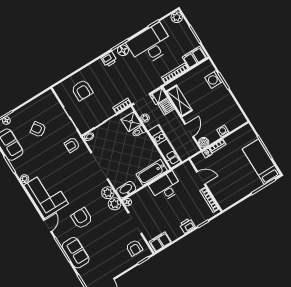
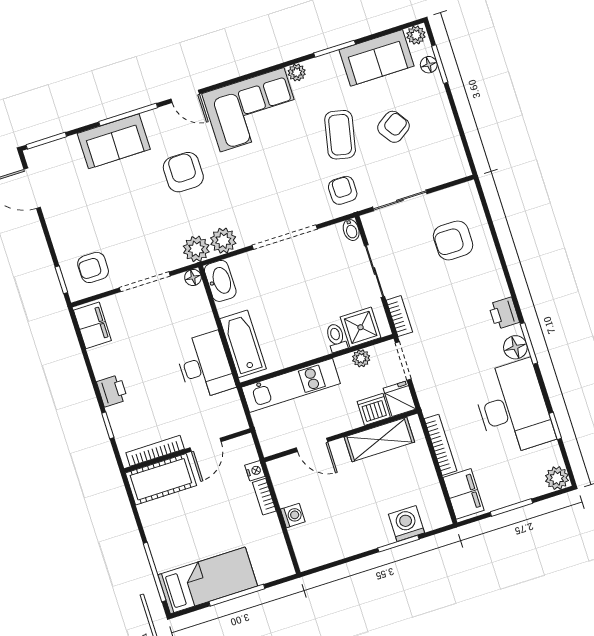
boiler: (204, 142) -> (279, 469), removed
coffee table: (48, 152) -> (340, 135), added
cot: (221, 194) -> (161, 479), added
armchair: (82, 218) -> (183, 172), turned -90

